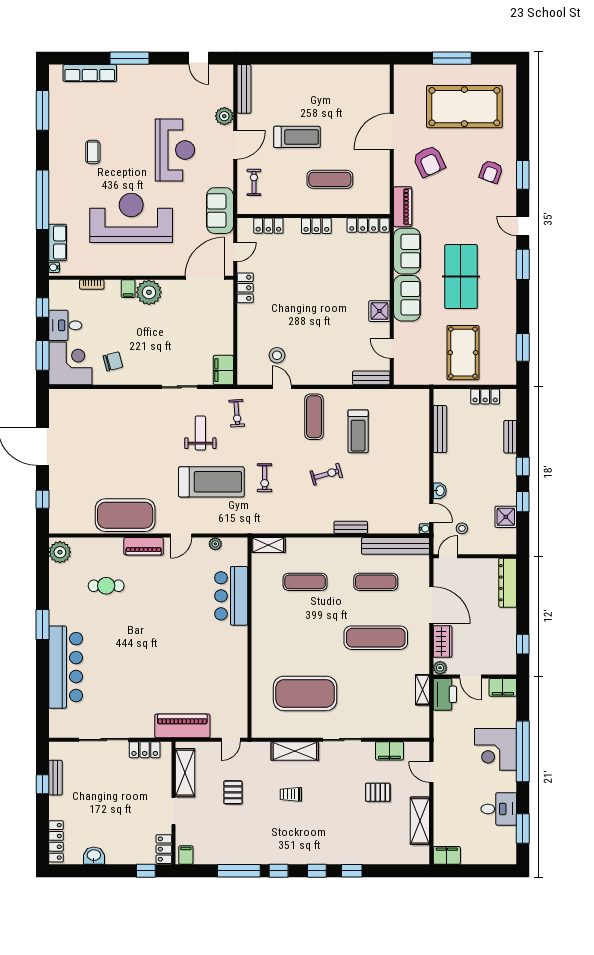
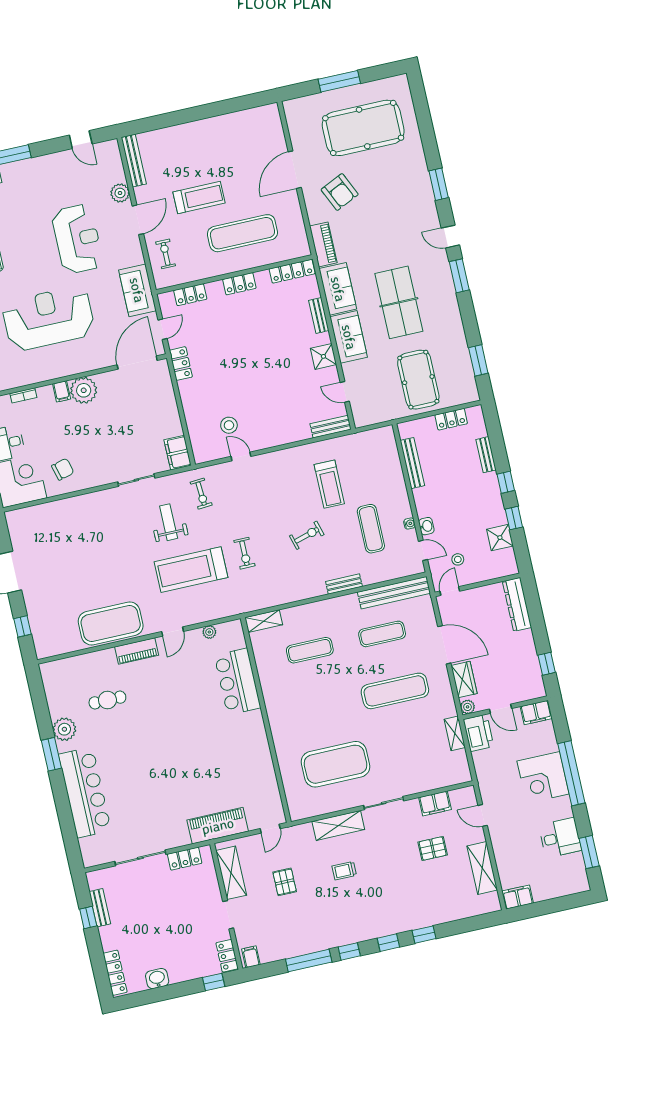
armchair: (491, 172) -> (405, 188), removed
exercise mat: (330, 179) -> (242, 233), width x1.36, depth x1.45
bench: (384, 272) -> (319, 315), added
exercise mat: (314, 417) -> (371, 529), moved
treadmill: (211, 482) -> (191, 570), turned 180
water cooler: (424, 529) -> (409, 524), moved
plant: (60, 552) -> (64, 729), moved

